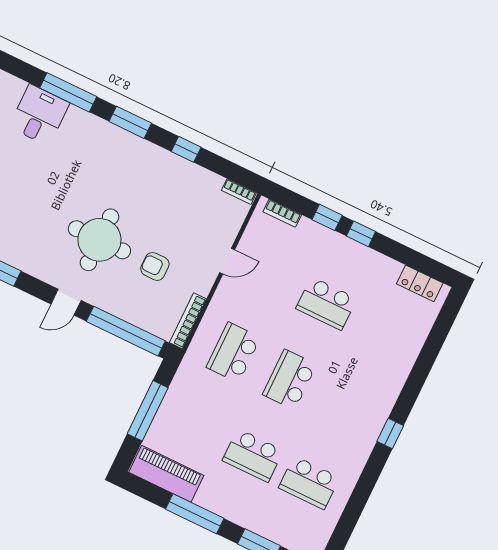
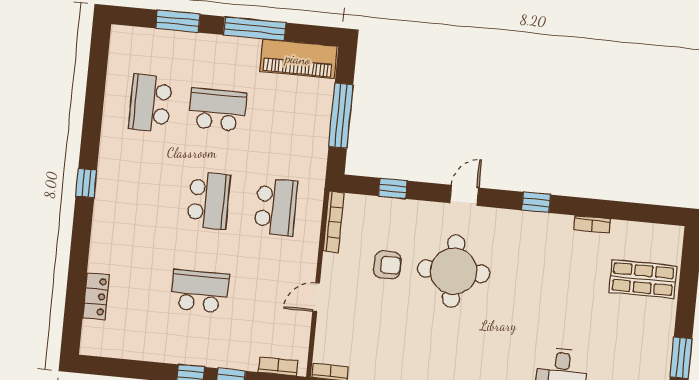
locker: (420, 283) -> (96, 296), moved, turned 90
window: (126, 331) -> (393, 188), width x0.32
school desk: (309, 483) -> (150, 103), turned -90

